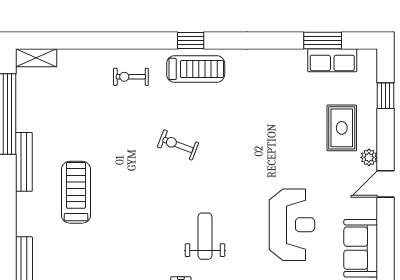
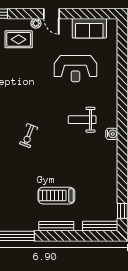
bench: (24, 162) -> (56, 226), moved
reception desk: (292, 225) -> (75, 69), turned 180

